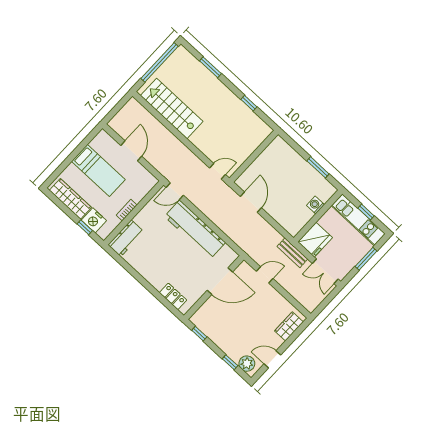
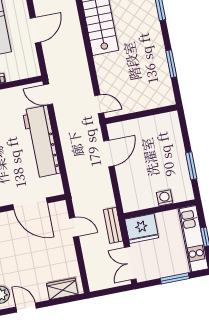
window: (249, 103) -> (171, 64), width x1.50

